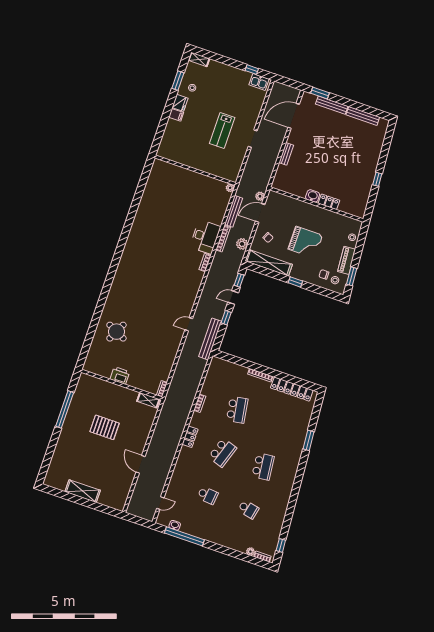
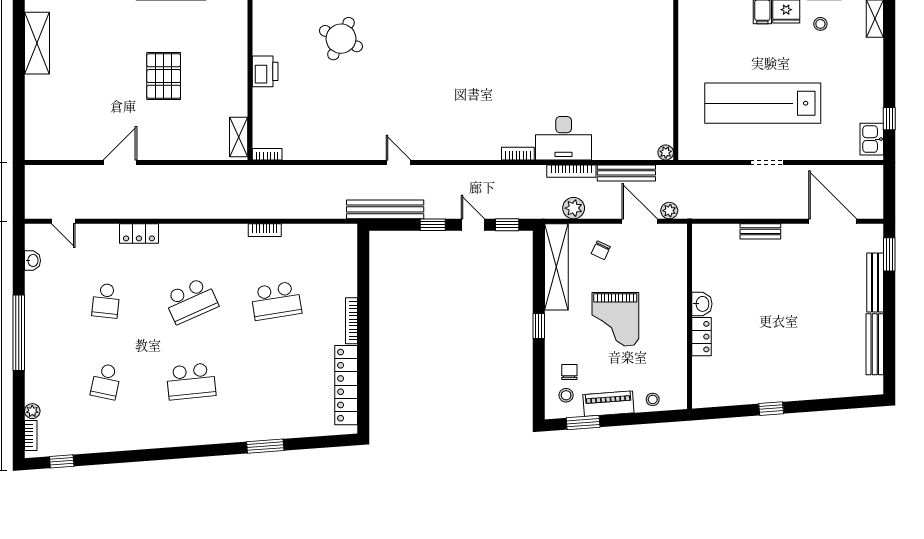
lab bench: (222, 130) -> (763, 103), width x1.86, depth x1.39
locker: (190, 437) -> (139, 233), moved
school desk: (222, 452) -> (191, 301), turned -42
shelving: (83, 491) -> (37, 43), moved
window: (184, 536) -> (19, 333), moved

